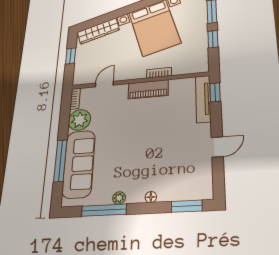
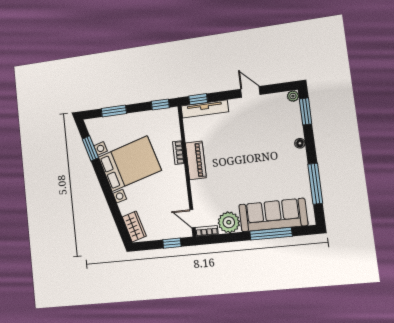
wardrobe: (98, 31) -> (134, 226), width x0.67
window: (213, 39) -> (160, 104), moved
window: (71, 56) -> (172, 243), moved
door: (104, 84) -> (192, 219), moved
plant: (119, 198) -> (293, 96), moved

